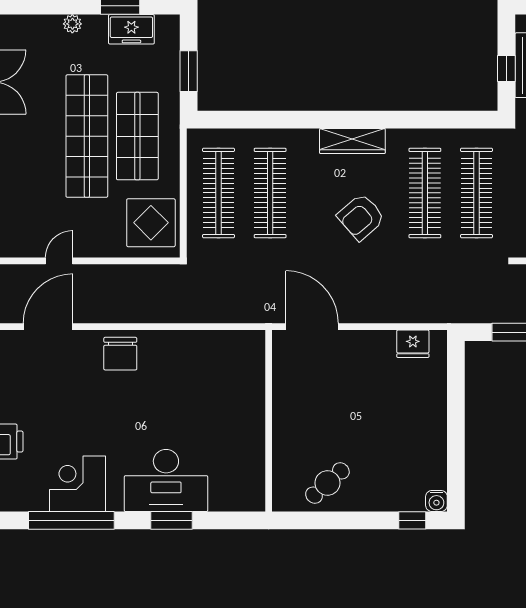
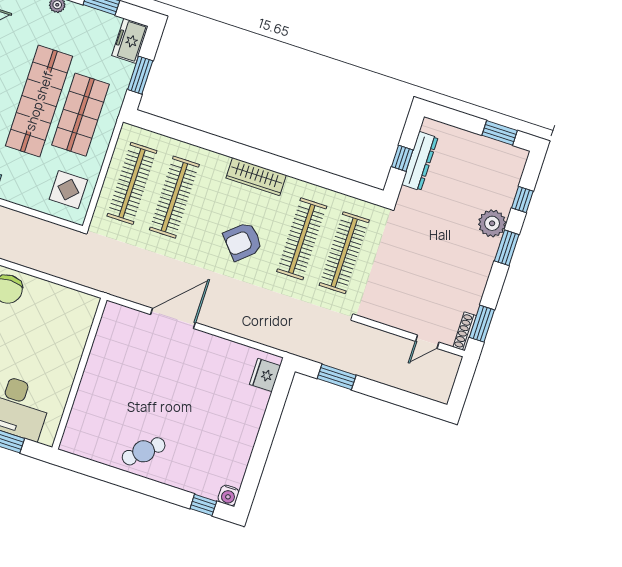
freezer: (131, 29) -> (130, 41), moved, turned 90
display table: (151, 223) -> (68, 190), width x0.73, depth x0.73
door: (312, 327) -> (173, 318), hinge flipped
fridge: (413, 344) -> (265, 375), moved, turned 90
wall: (269, 421) -> (79, 374), moved

